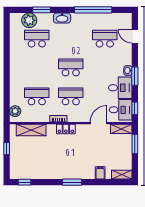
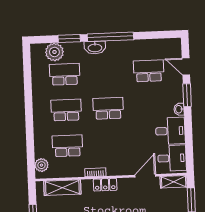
window: (93, 10) -> (110, 37), moved
window: (135, 76) -> (187, 95), moved
school desk: (71, 96) -> (66, 110), moved
window: (135, 108) -> (190, 156), removed

